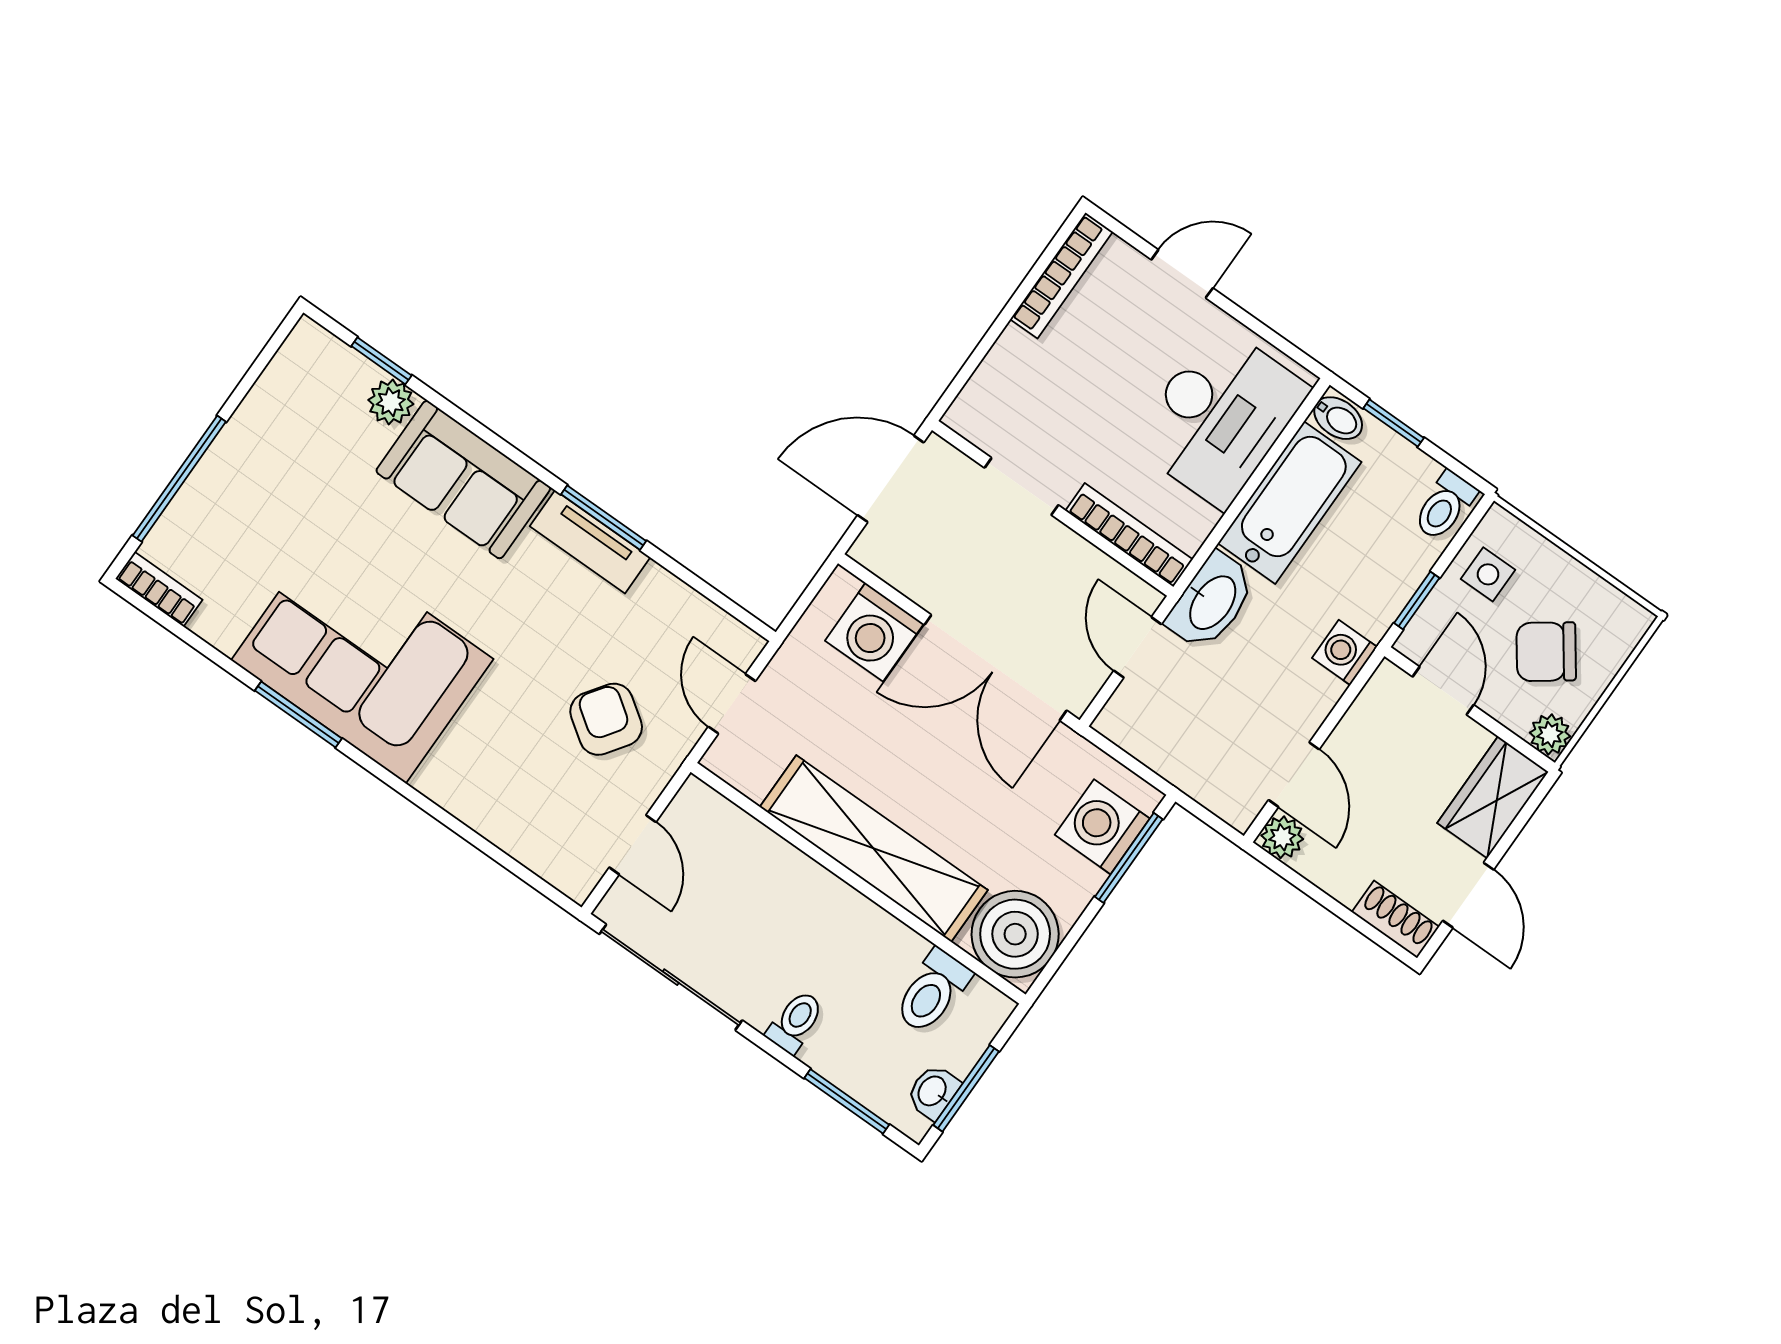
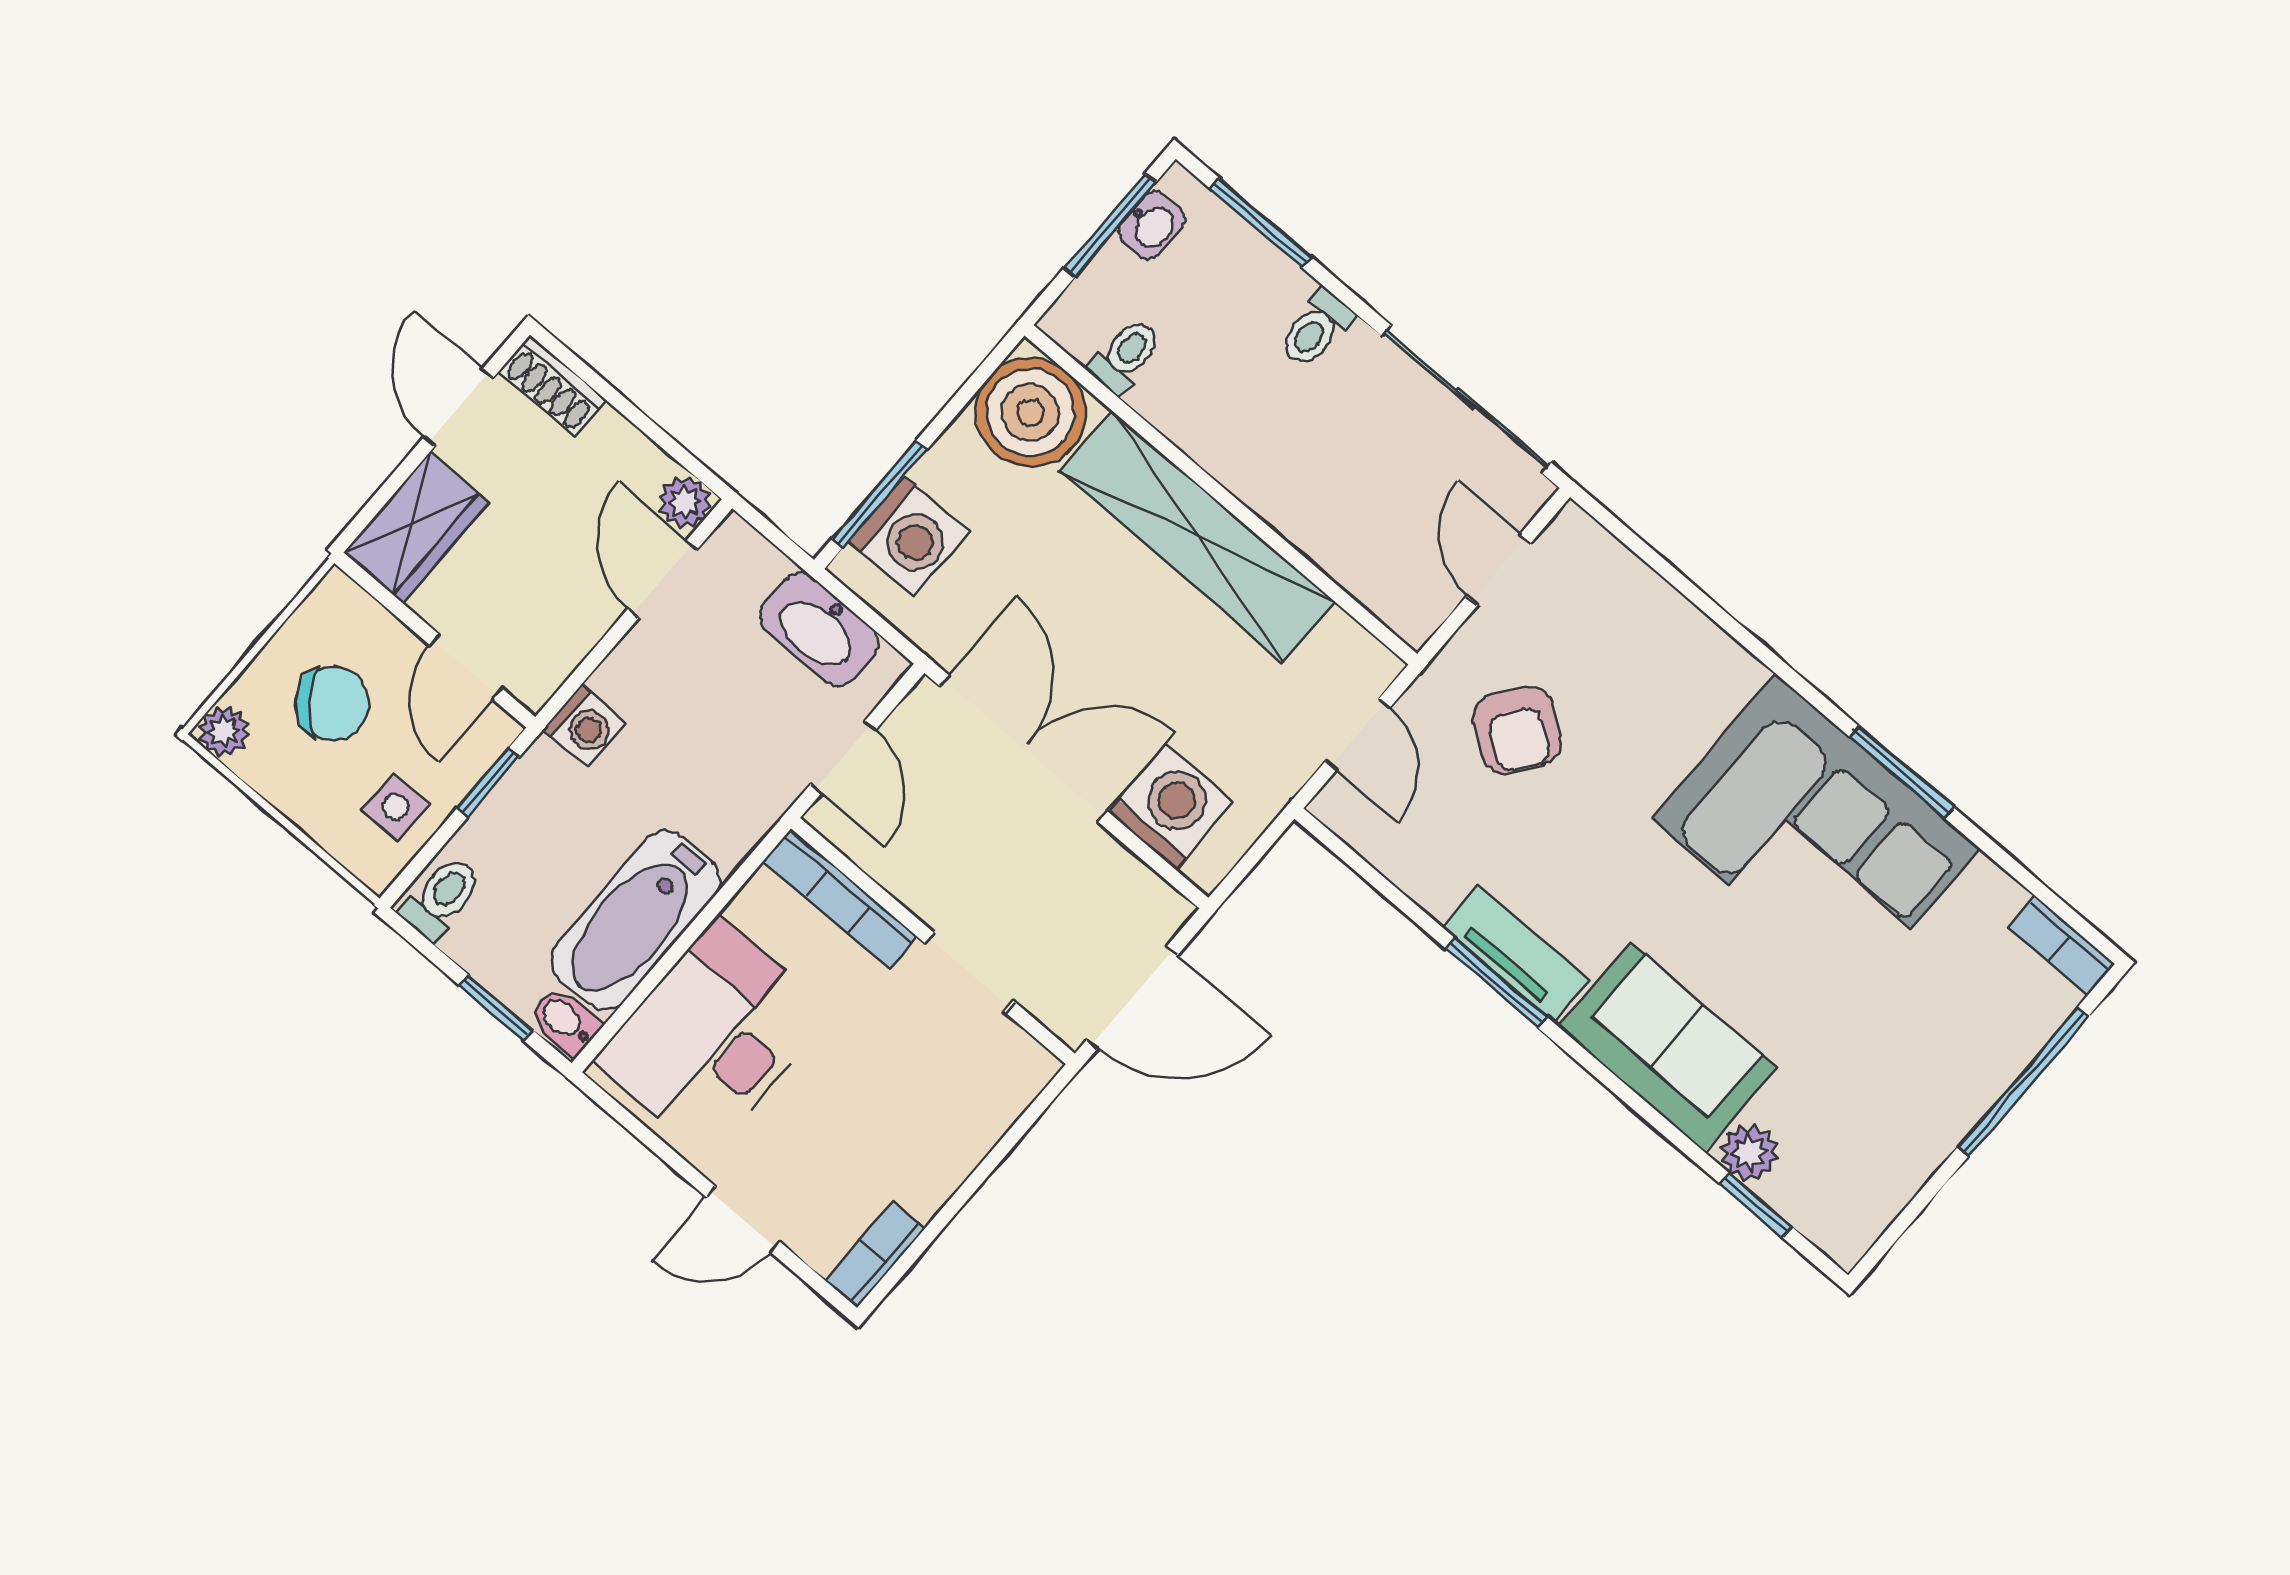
bookcase: (1061, 275) -> (875, 1254), width x0.64
washbasin: (1211, 602) -> (819, 630), moved, turned -90
plant: (1550, 734) -> (224, 731), moved
toilet: (932, 992) -> (1125, 356), width x0.73, depth x0.72

